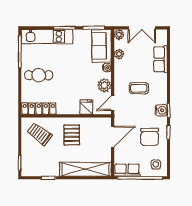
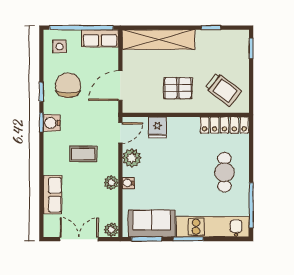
sofa: (102, 46) -> (152, 223), moved, turned -90
plant: (119, 54) -> (111, 183), moved
cafe table: (39, 75) -> (224, 172), turned 90
pallet: (72, 135) -> (178, 88), turned 90

